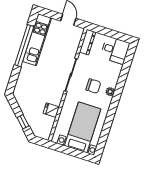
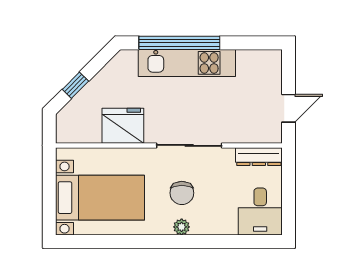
kitchen unit: (37, 40) -> (187, 63), moved
window: (24, 46) -> (179, 43), moved
fridge: (51, 110) -> (123, 126), width x1.88, depth x1.34

